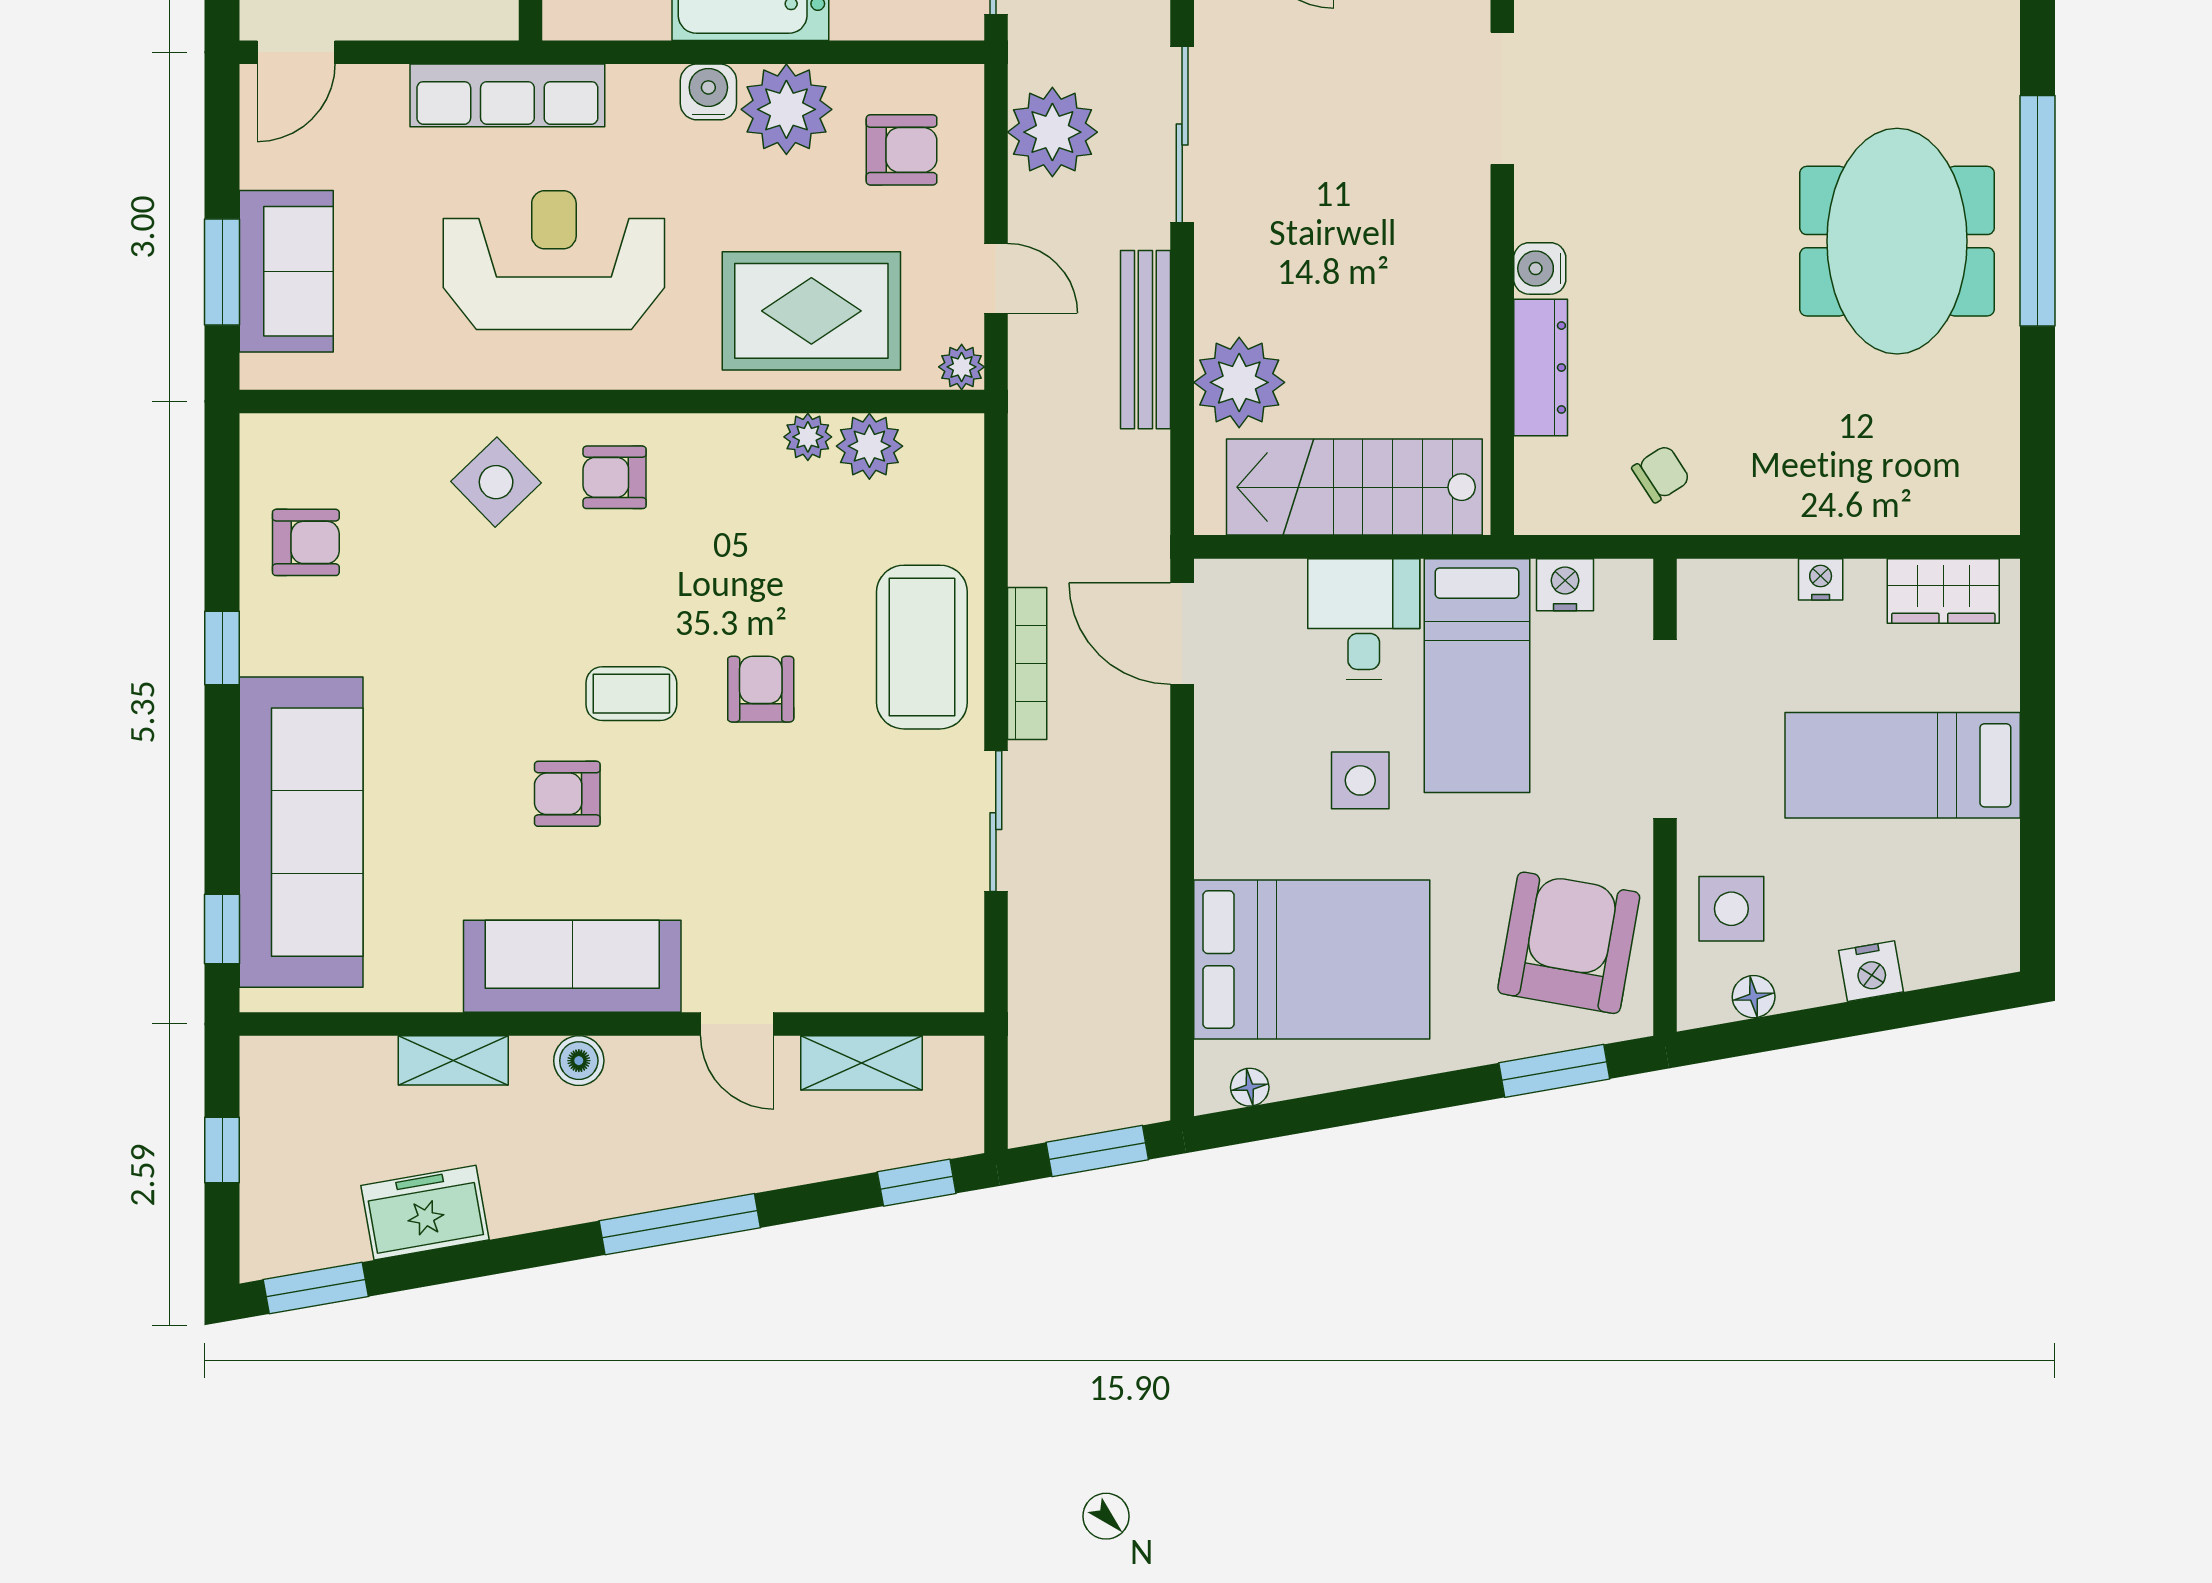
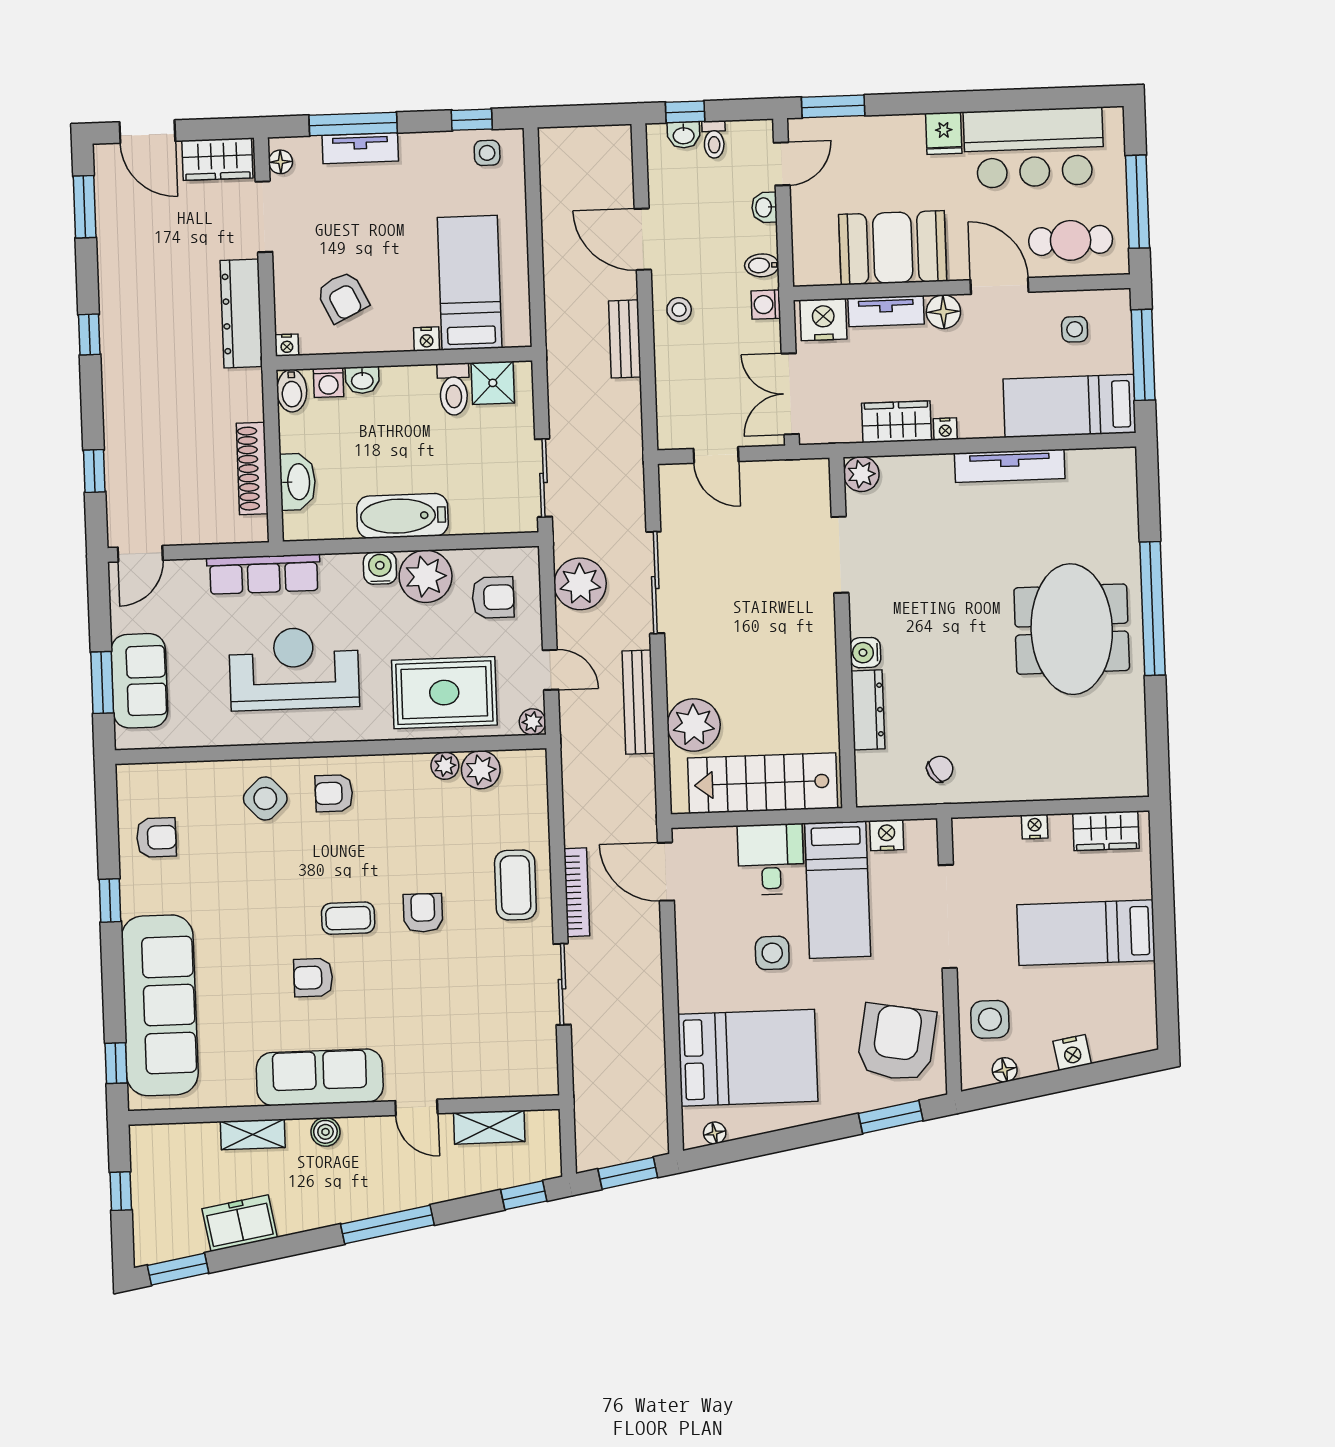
coffee table: (922, 647) -> (515, 885), width x0.73, depth x0.76

